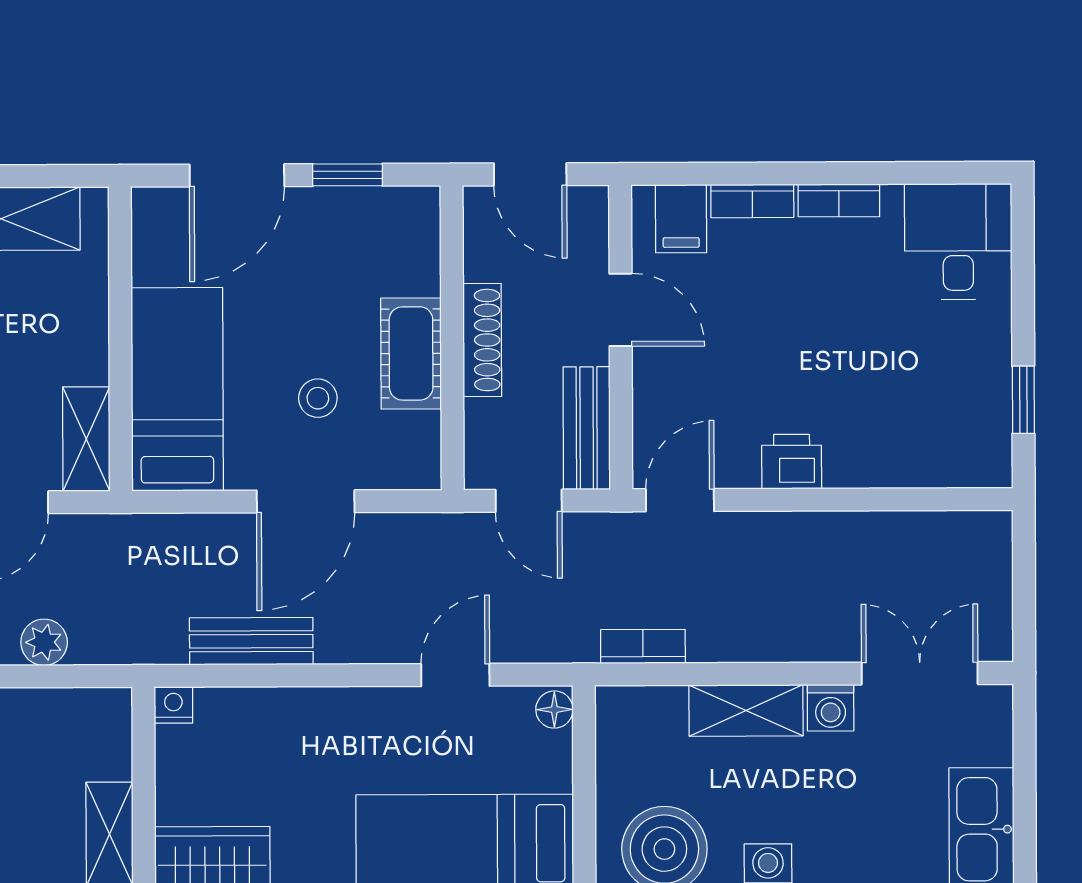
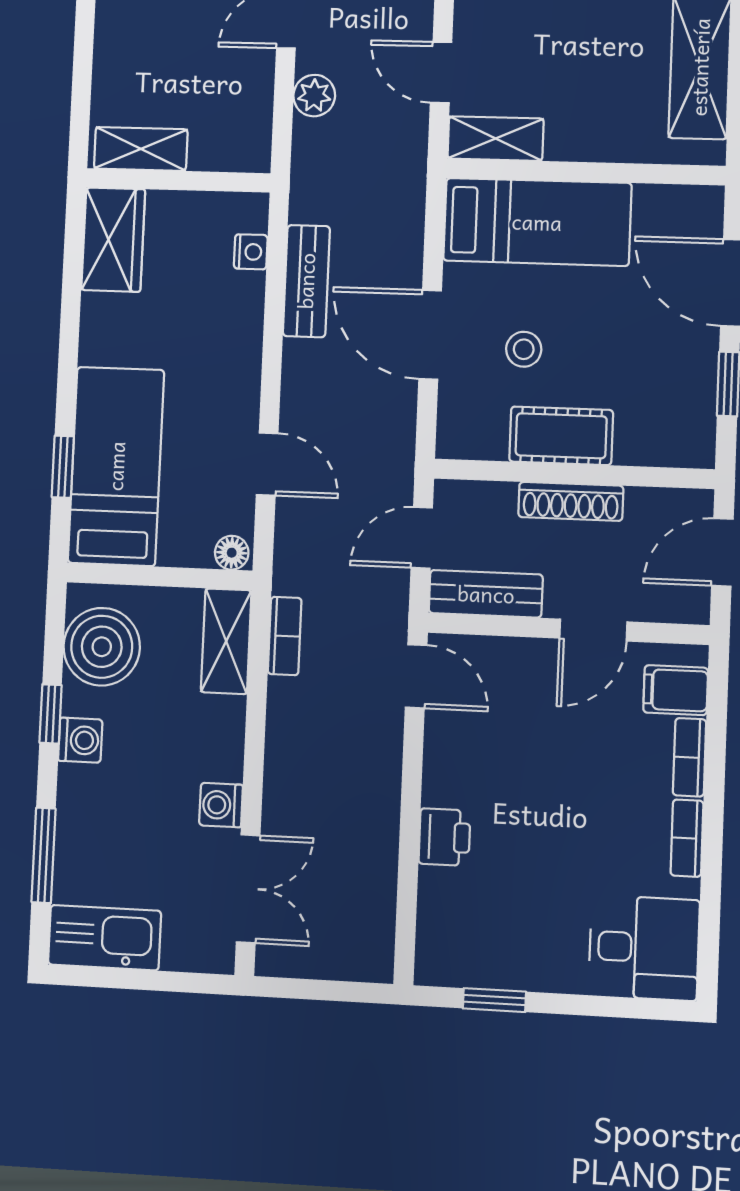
printer: (792, 462) -> (444, 837), moved
nightstand: (173, 705) -> (251, 252), moved
shelving: (746, 710) -> (226, 641), moved

